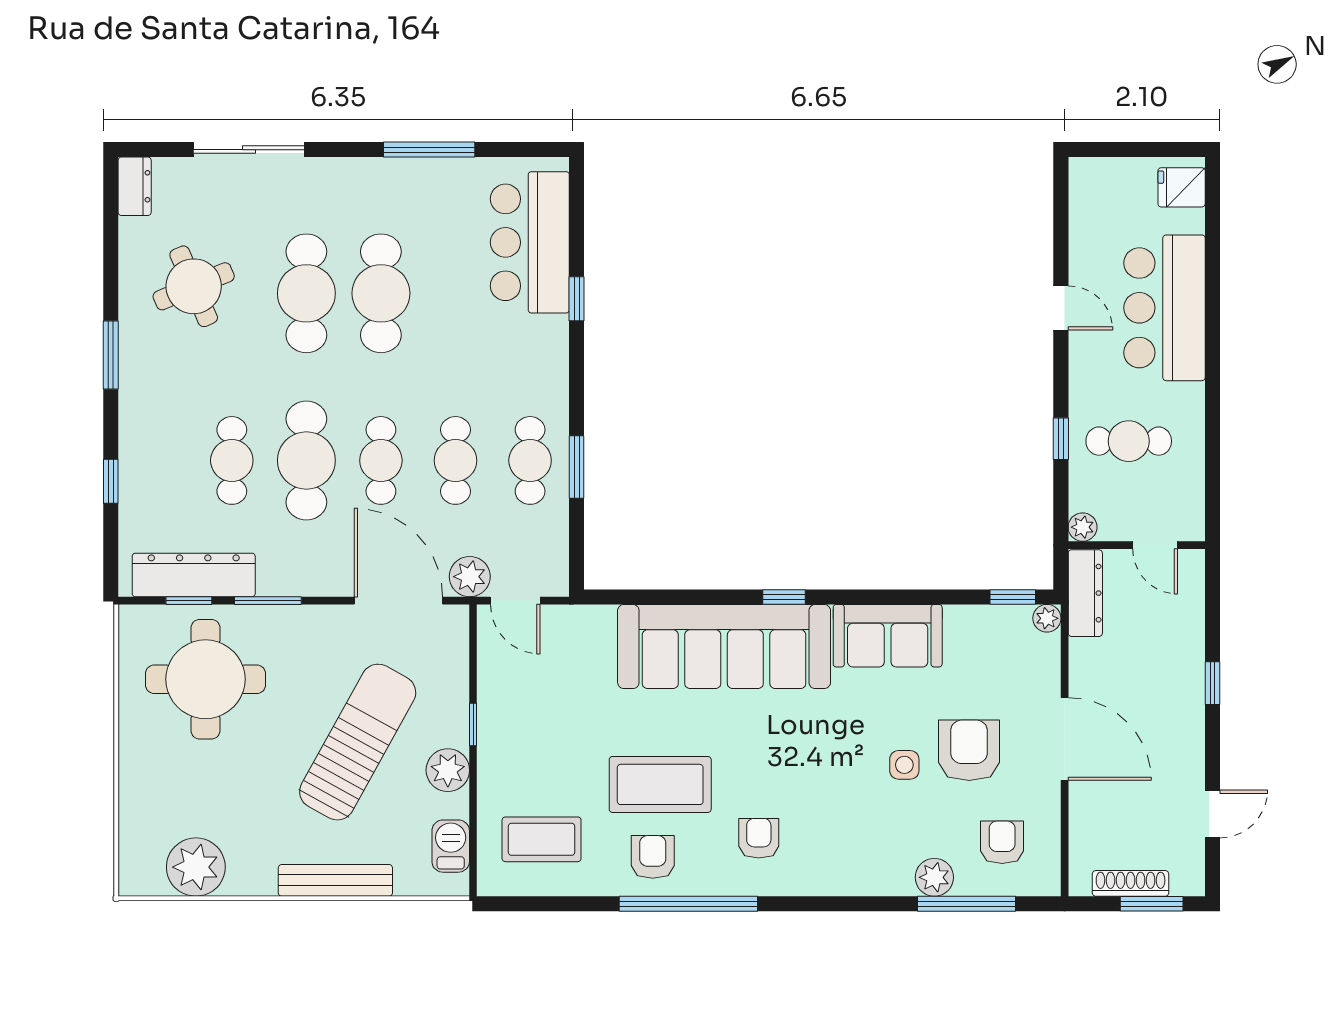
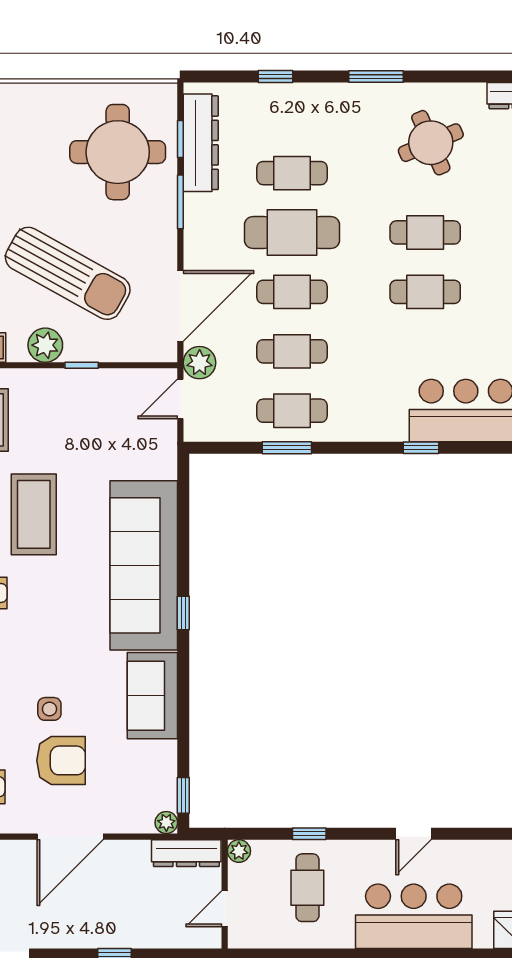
cafe table: (306, 293) -> (425, 232), width x0.73, depth x0.74
cafe table: (381, 293) -> (425, 292), width x0.73, depth x0.74

